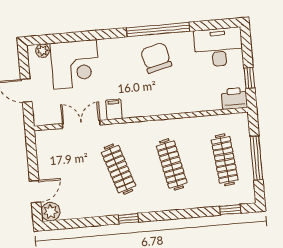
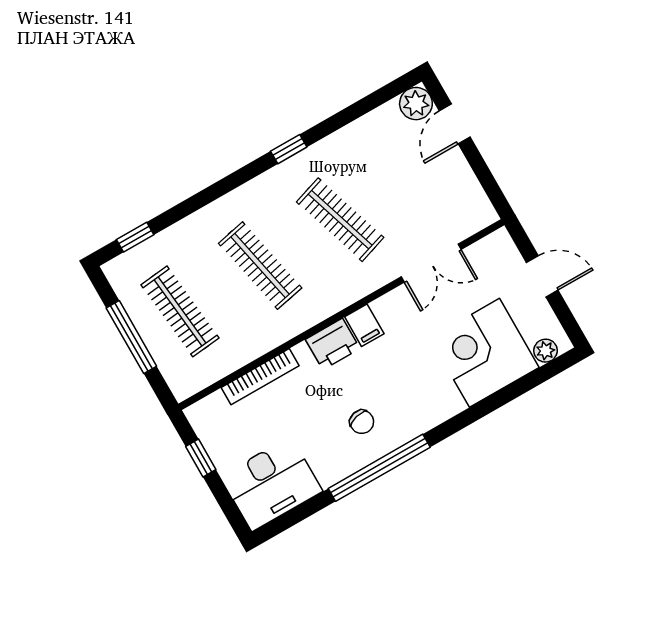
chair: (156, 58) -> (362, 422), width x0.54, depth x0.54
printer: (234, 99) -> (333, 344), moved
bookcase: (198, 106) -> (260, 377), added
filing cabinet: (114, 109) -> (364, 325), moved

